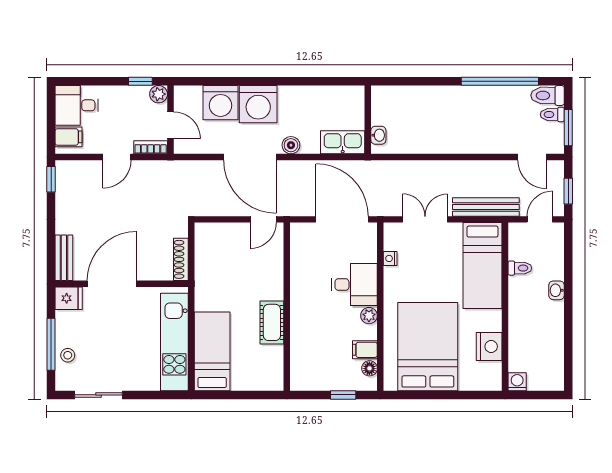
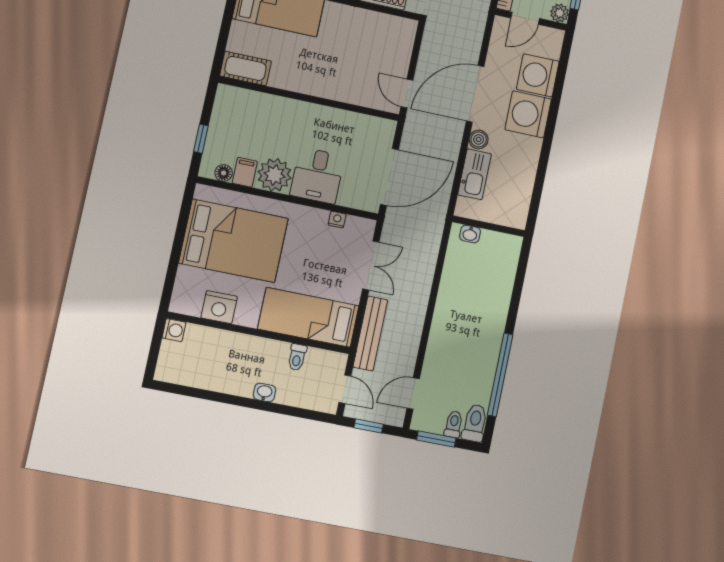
kitchen sink: (343, 142) -> (474, 174), moved
plant: (369, 316) -> (275, 175), width x1.87, depth x1.87
cot: (272, 322) -> (246, 68), moved

